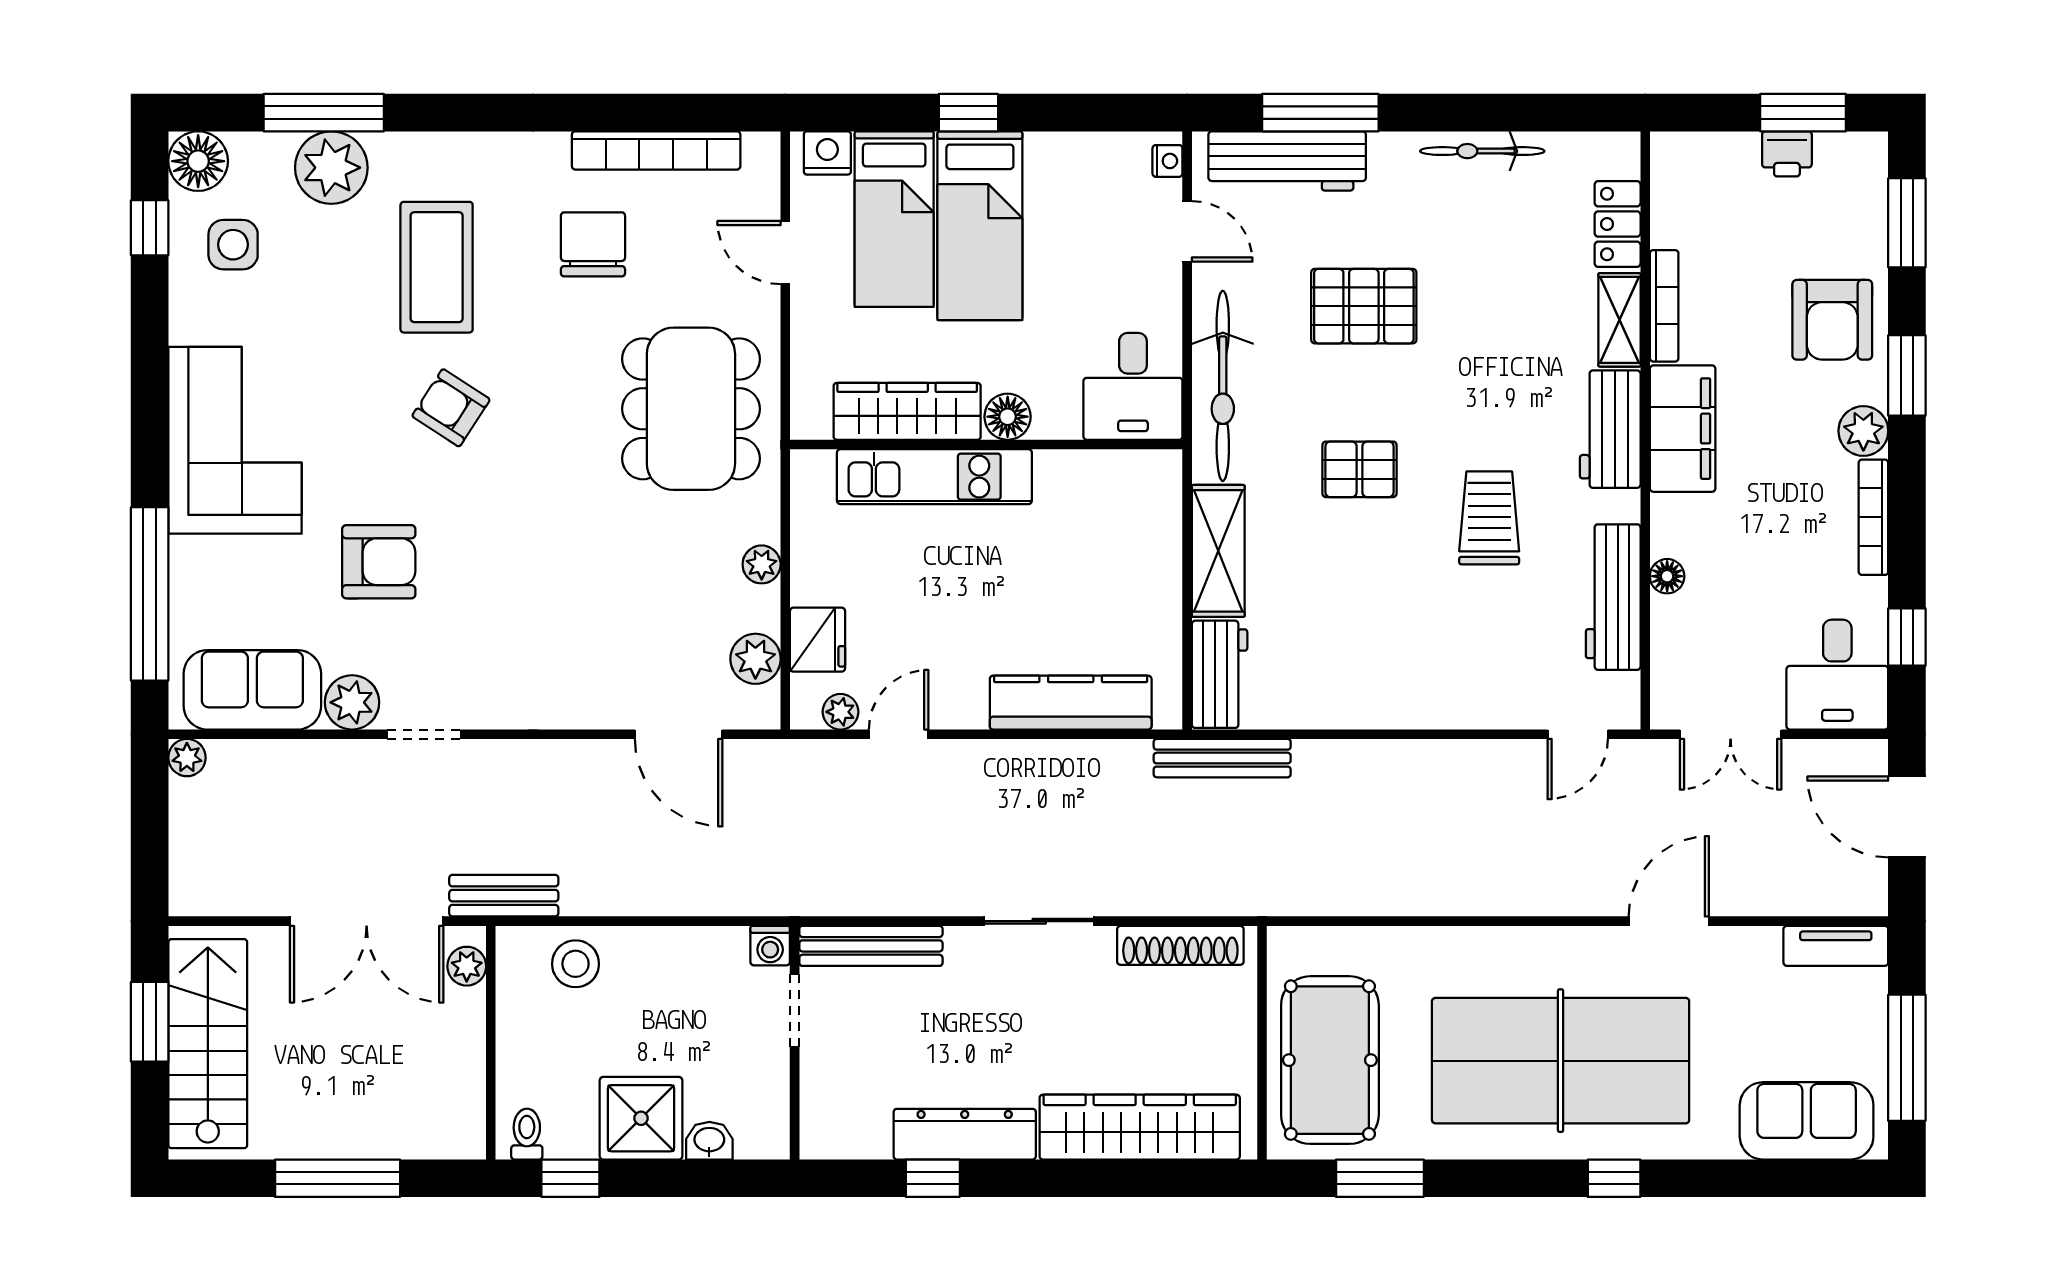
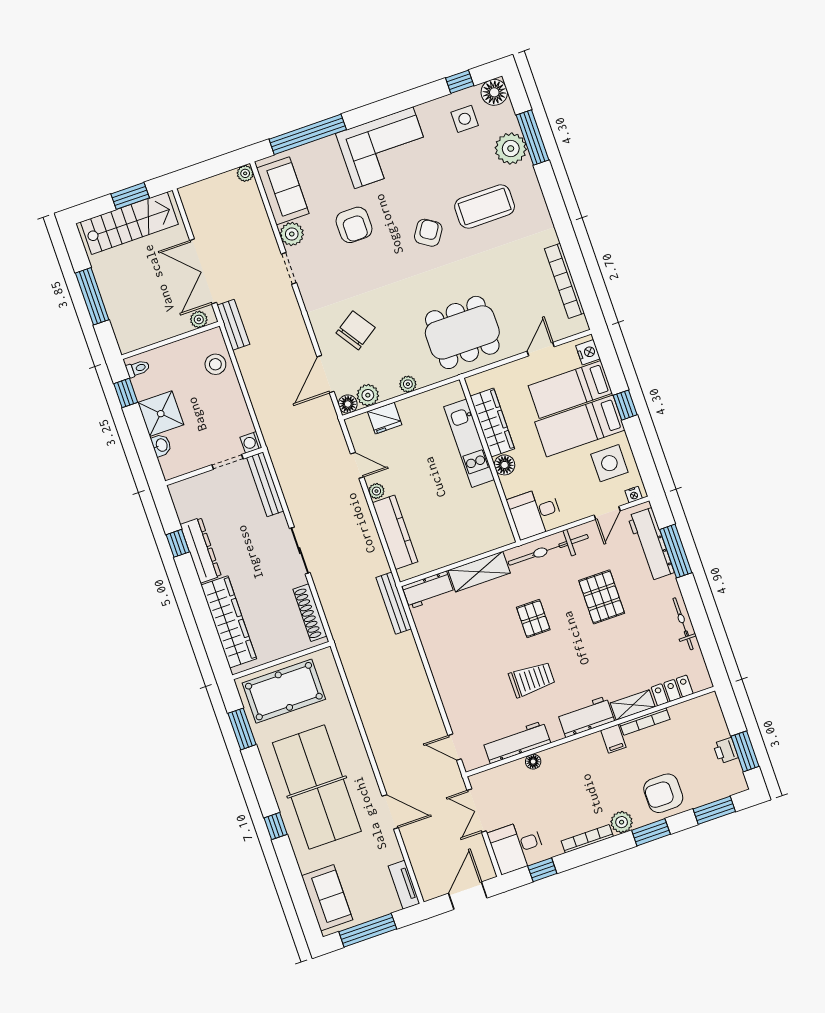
side table: (1082, 190) -> (609, 463), added
chair: (593, 244) -> (356, 330), moved, turned -34
filing cabinet: (1683, 429) -> (613, 739), width x0.33, depth x0.86
floor lamp: (760, 709) -> (348, 404), added
plant: (840, 712) -> (376, 491), moved

